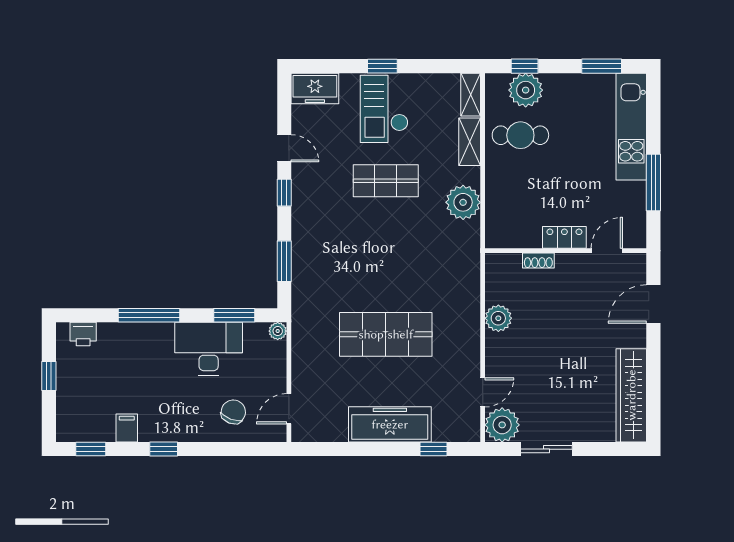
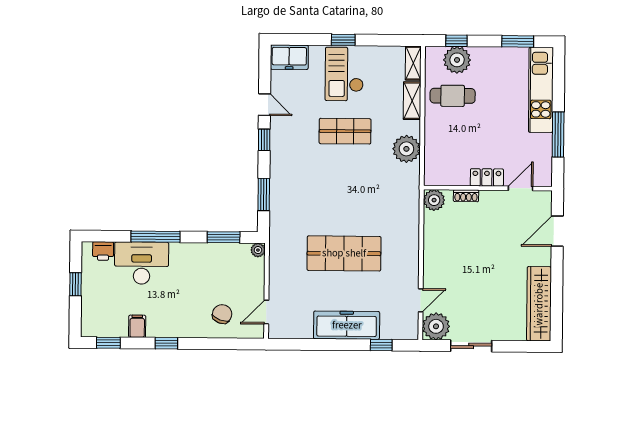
plant: (498, 318) -> (434, 200), moved
desk: (209, 349) -> (142, 263), moved

